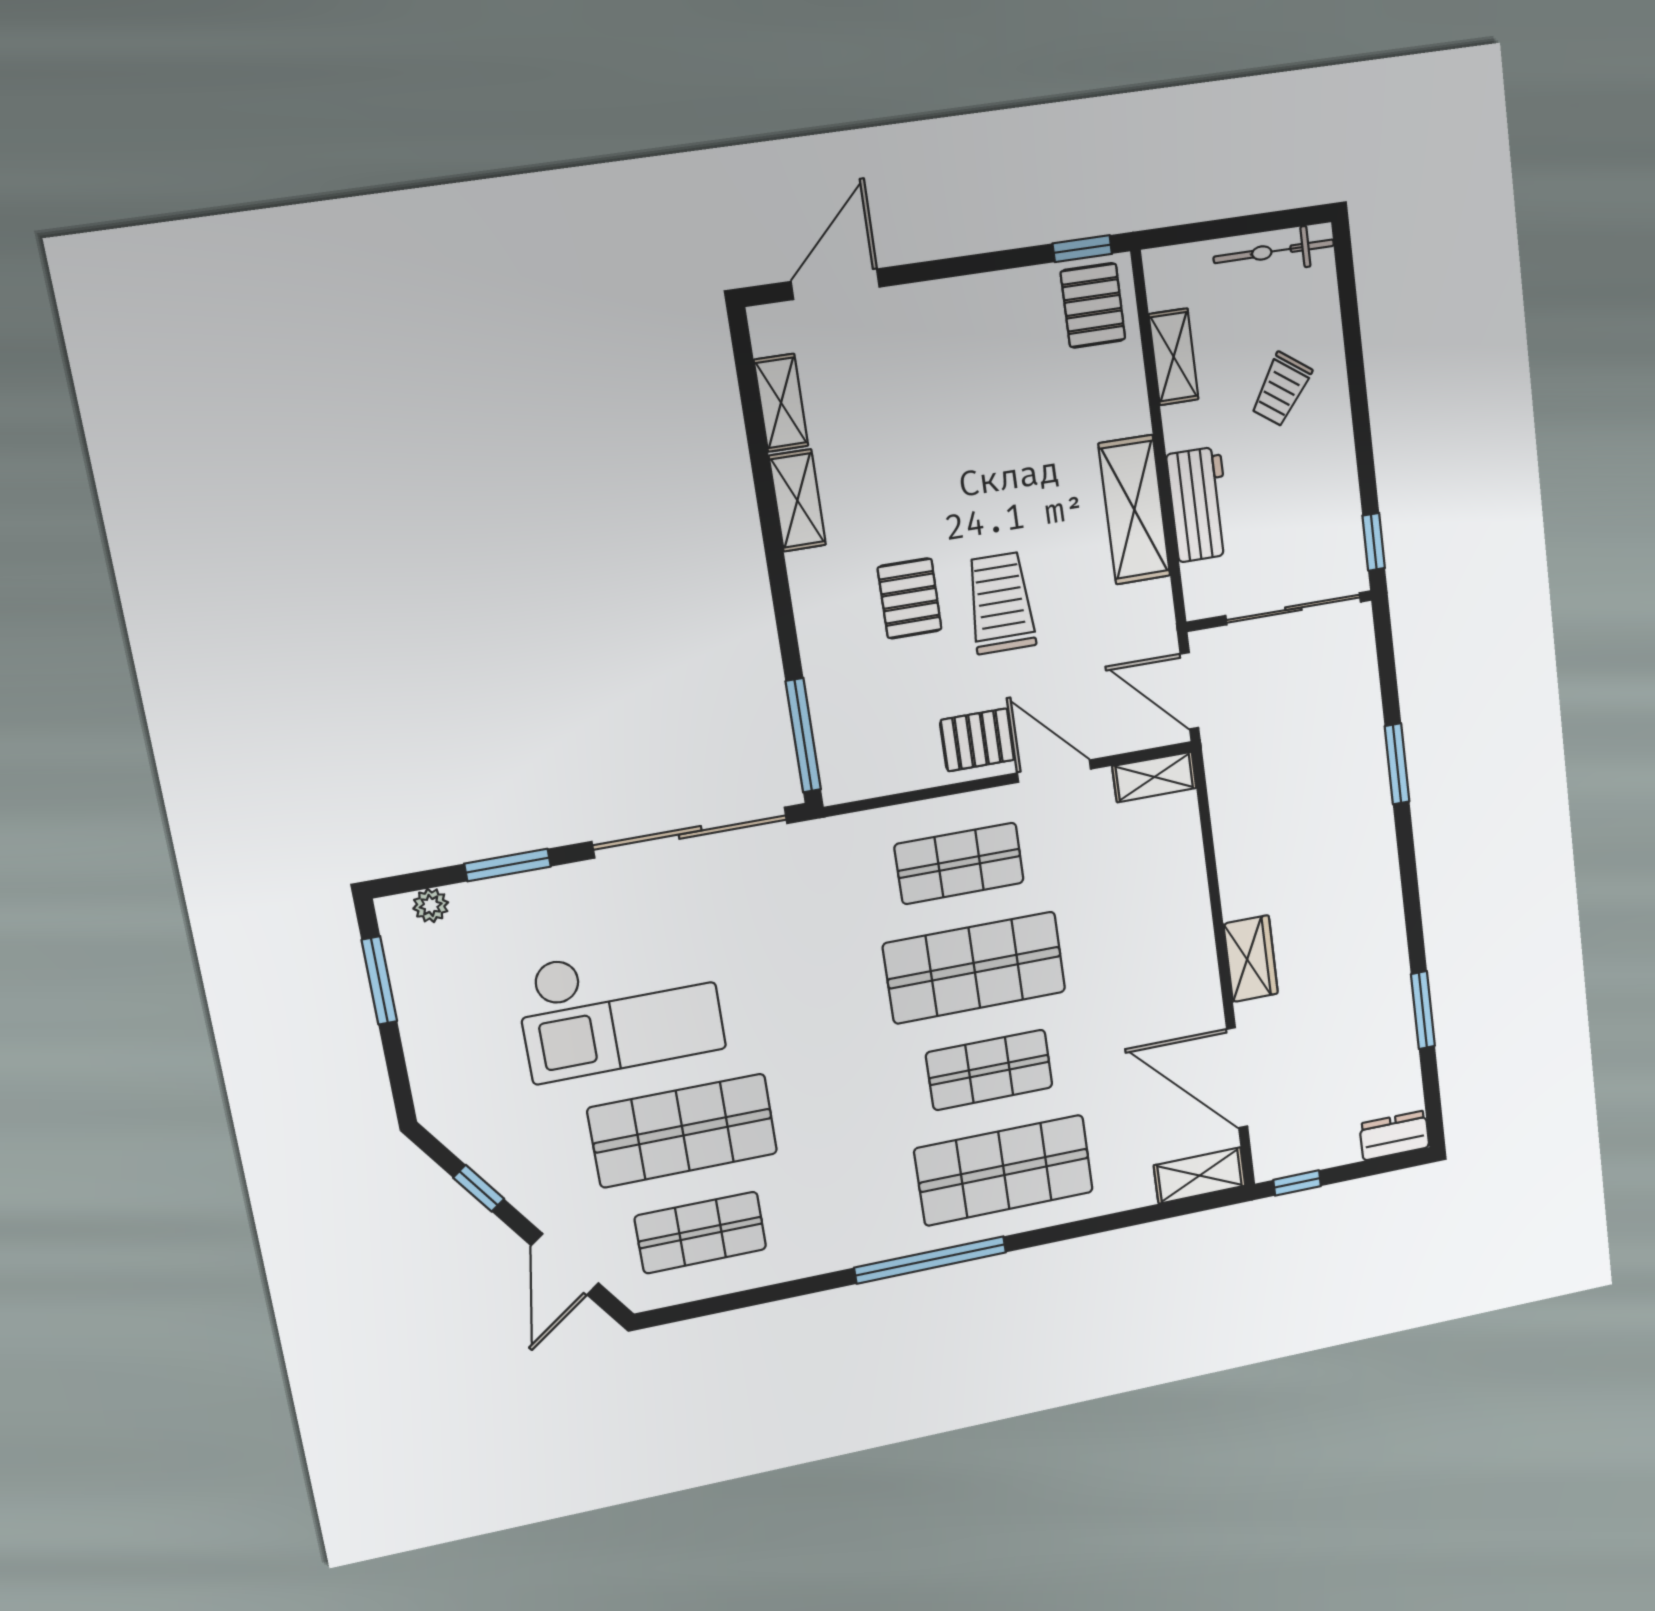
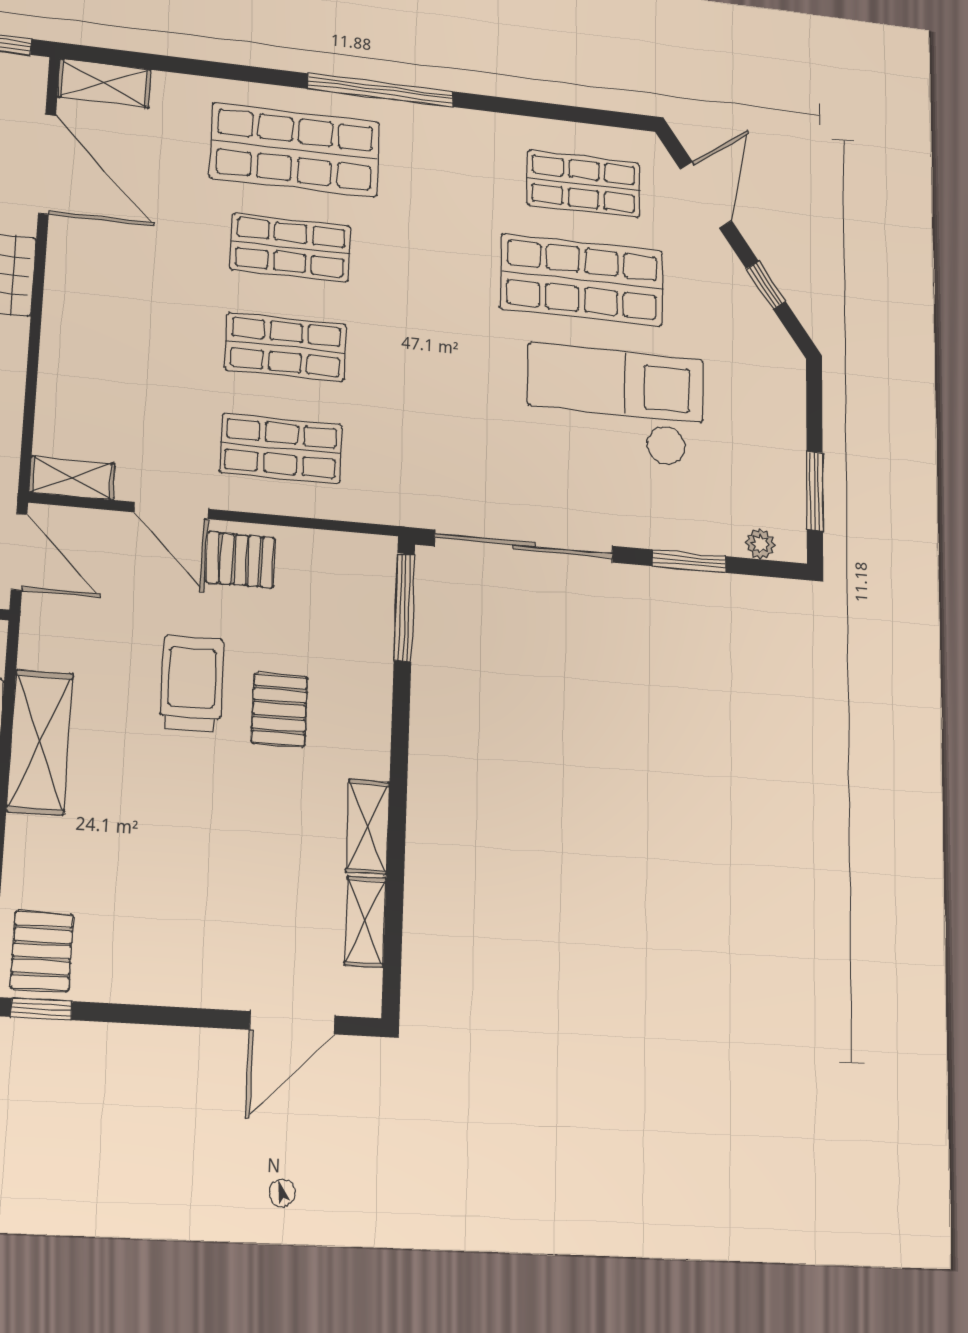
trolley: (1001, 603) -> (192, 684), turned 180
shop shelf: (974, 968) -> (286, 347), width x0.70, depth x0.74

